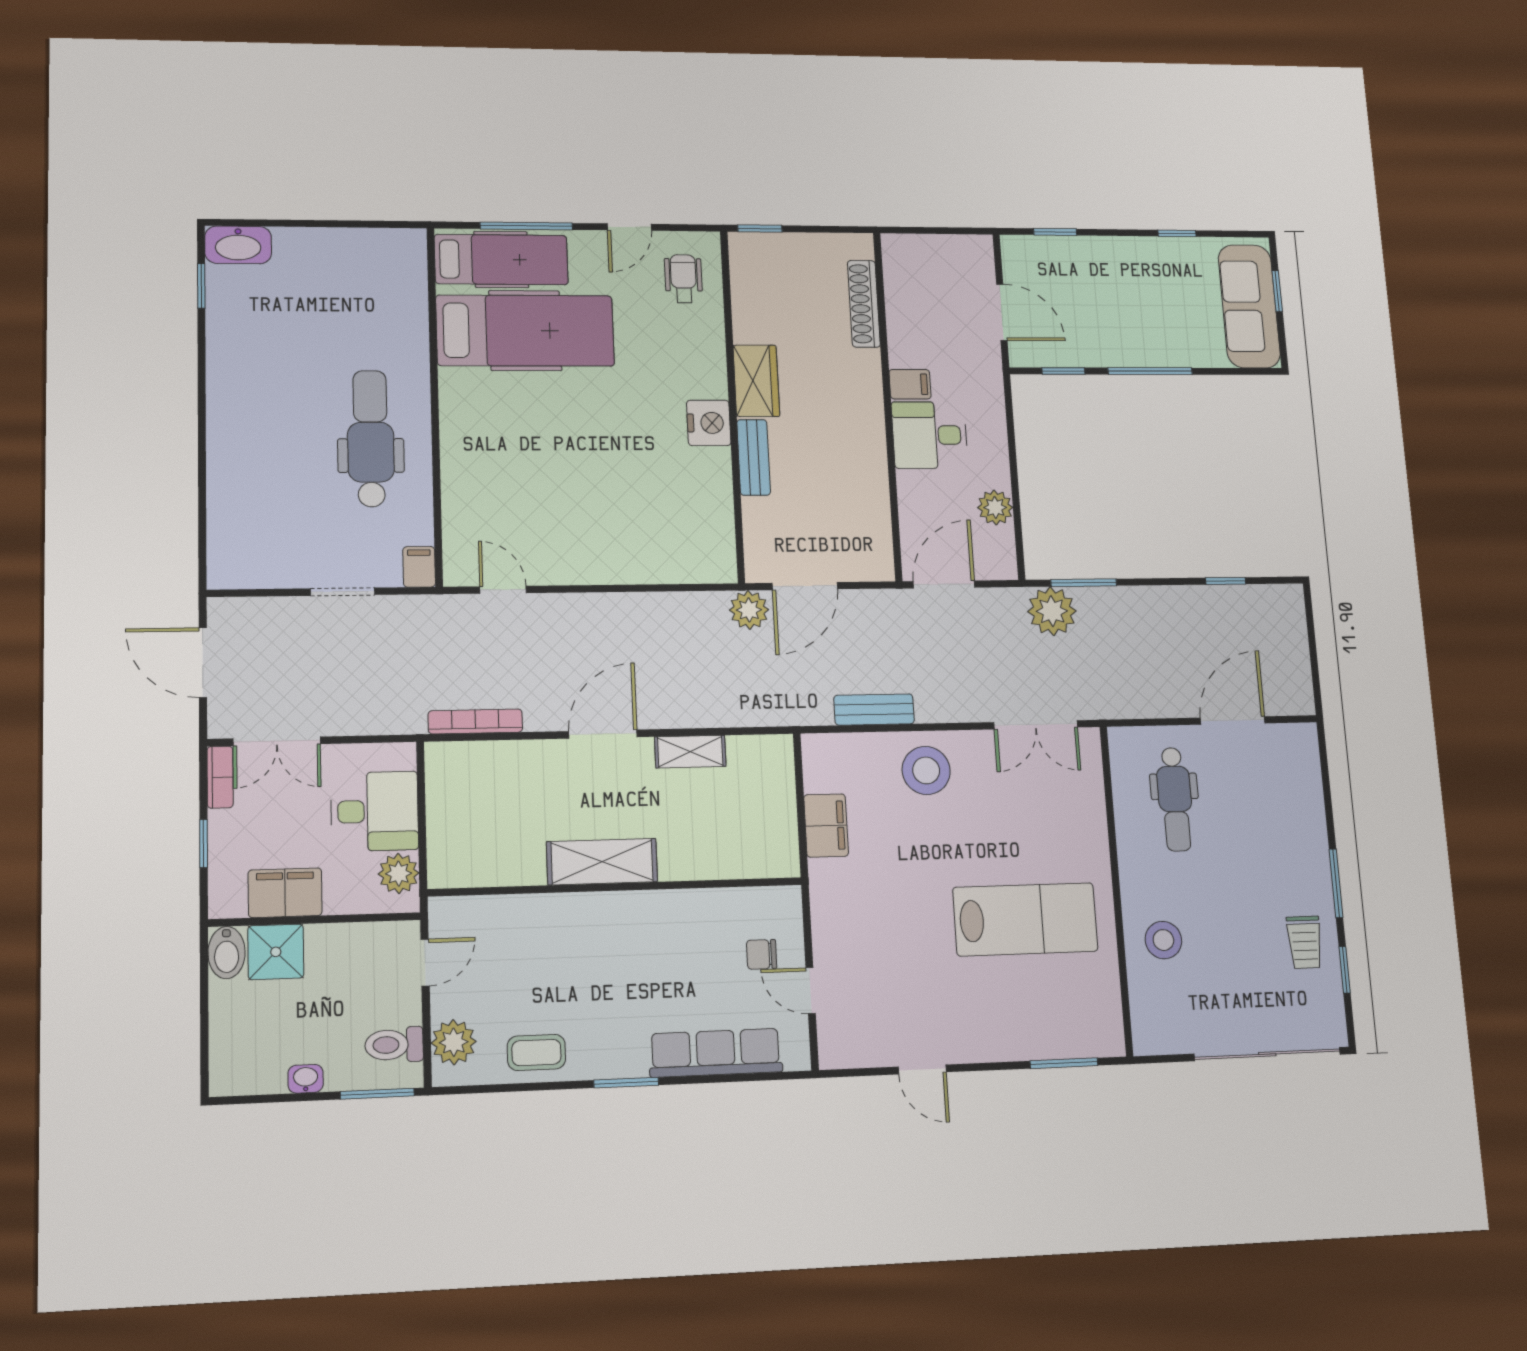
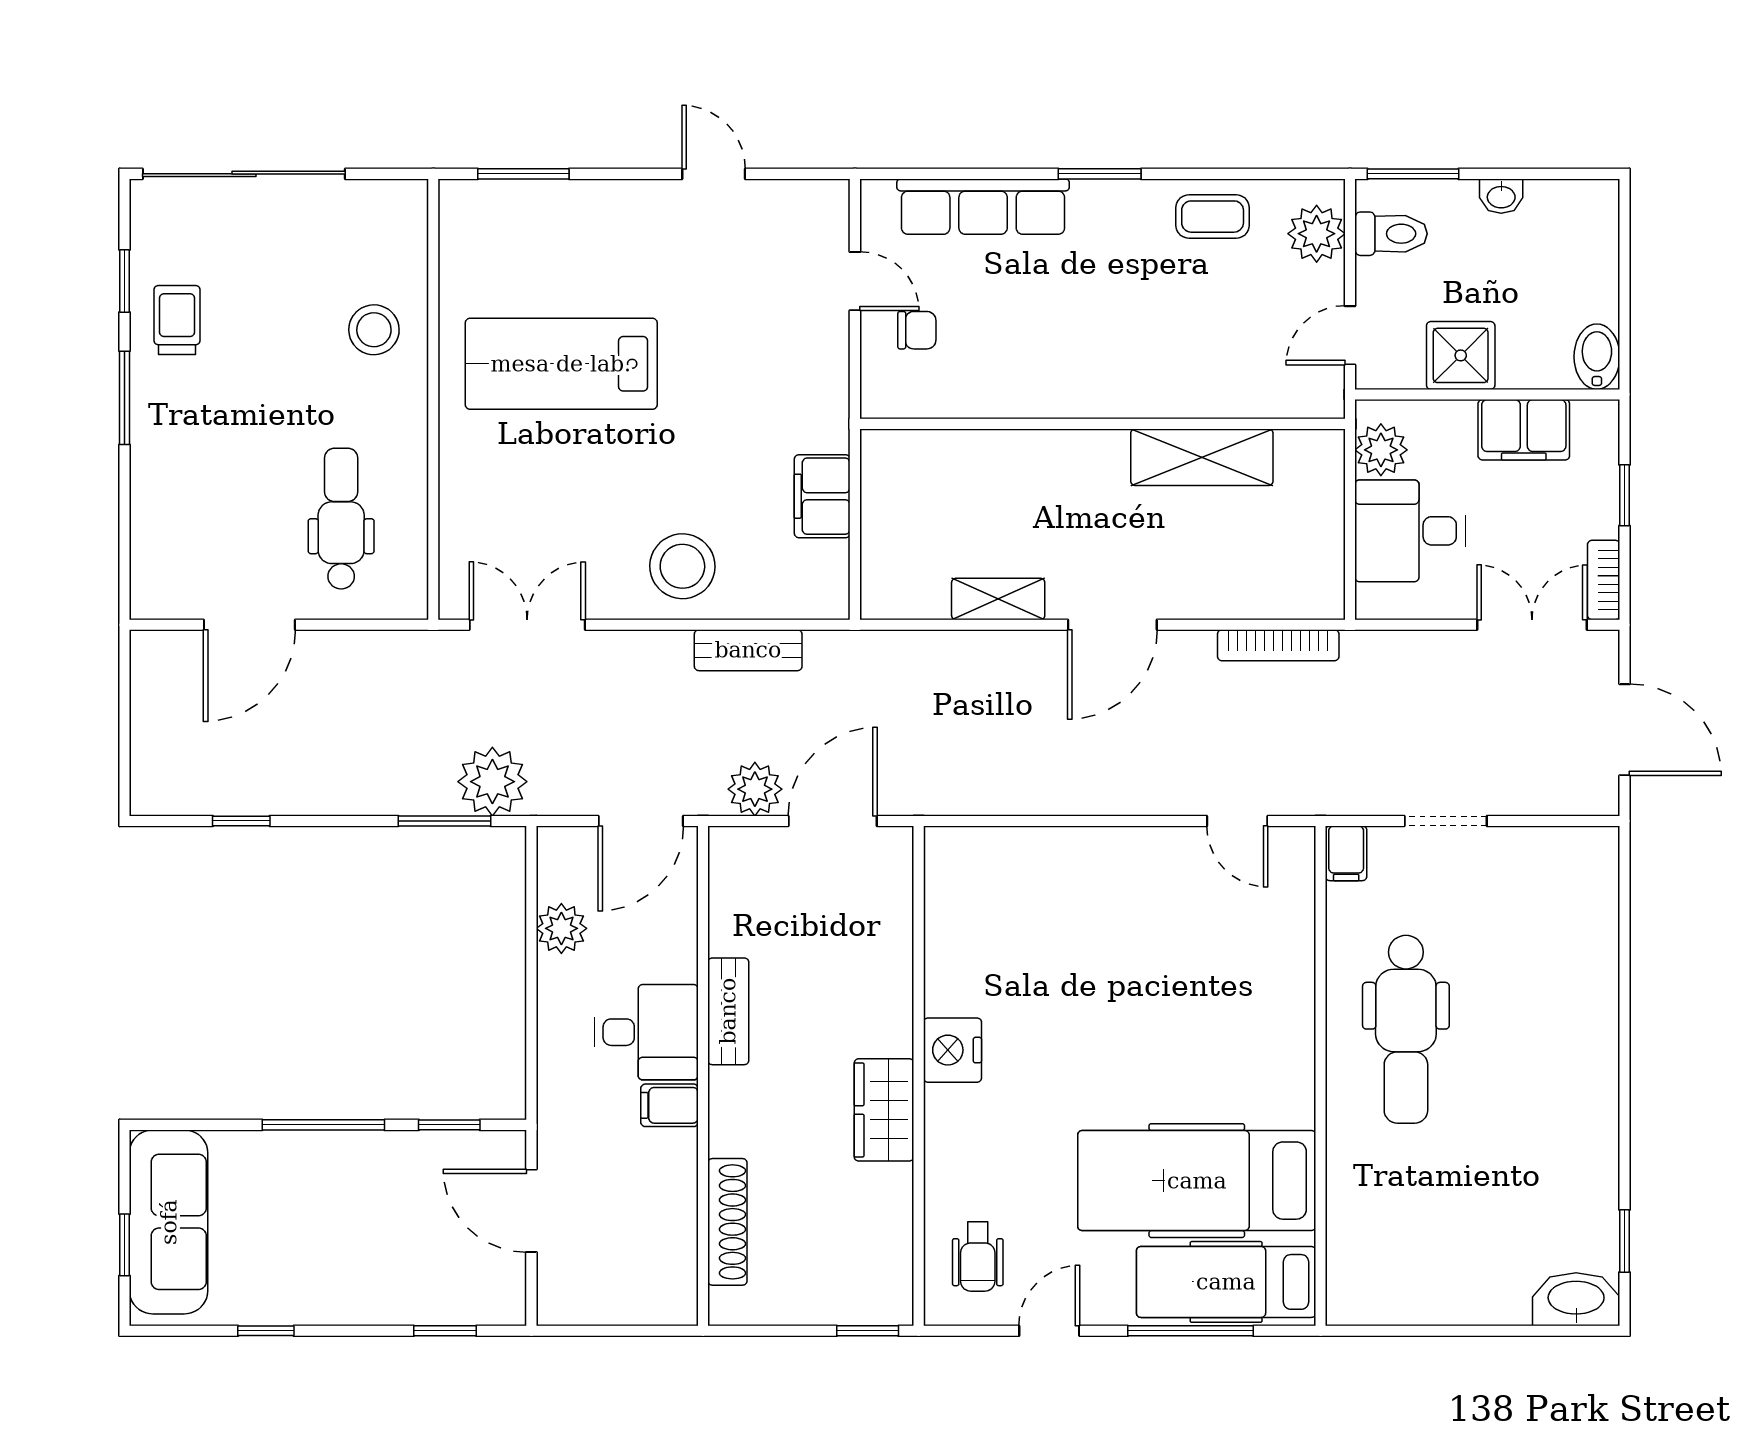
bench: (754, 457) -> (728, 1011), moved
plant: (749, 610) -> (755, 789), moved
shelving: (602, 862) -> (1202, 457), moved
shower: (276, 952) -> (1461, 355), moved

